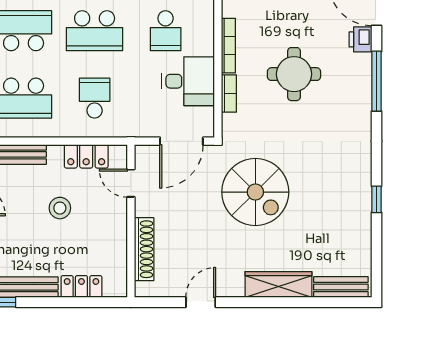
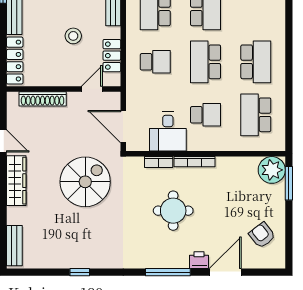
school desk: (166, 31) -> (206, 115), turned 180
spiral stairs: (255, 192) -> (85, 182), turned 180
wardrobe: (278, 284) -> (16, 181), moved
locker: (81, 286) -> (15, 61), width x1.53

